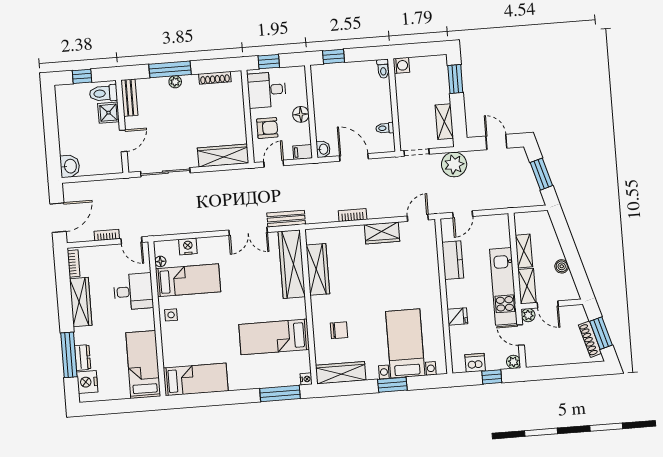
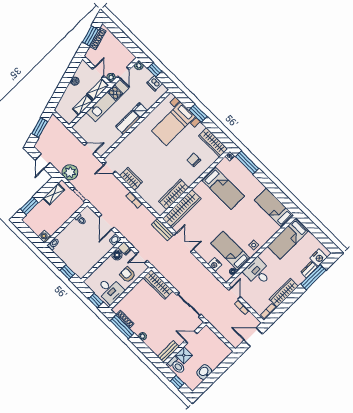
window: (170, 69) -> (122, 327), moved
floor lamp: (301, 114) -> (117, 255), moved
washbasin: (70, 166) -> (204, 372), moved
kitchen counter: (453, 260) -> (128, 122), moved

